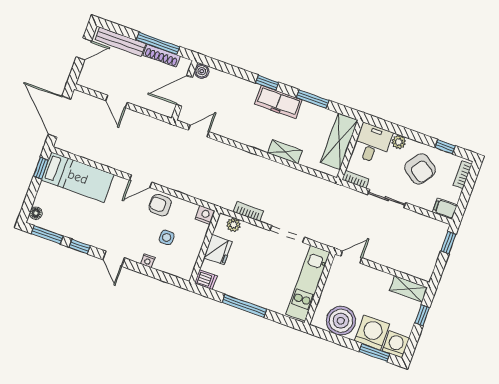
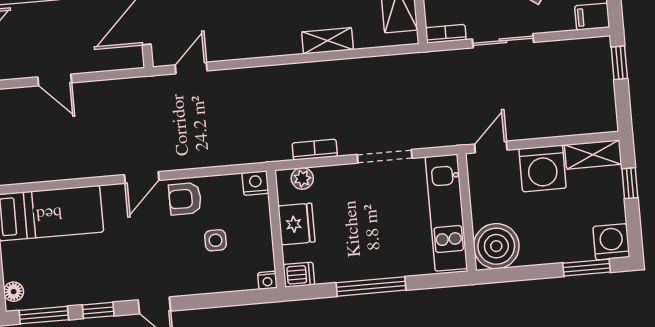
nightstand: (148, 261) -> (267, 280), moved
boiler: (341, 321) -> (496, 246), moved
washing machine: (372, 333) -> (542, 168), moved, turned 180

